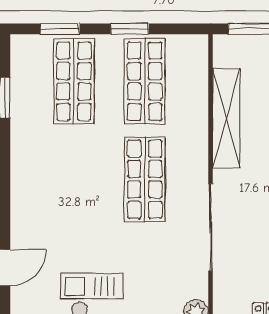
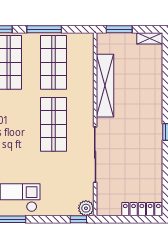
window: (130, 29) -> (44, 29), width x1.44

